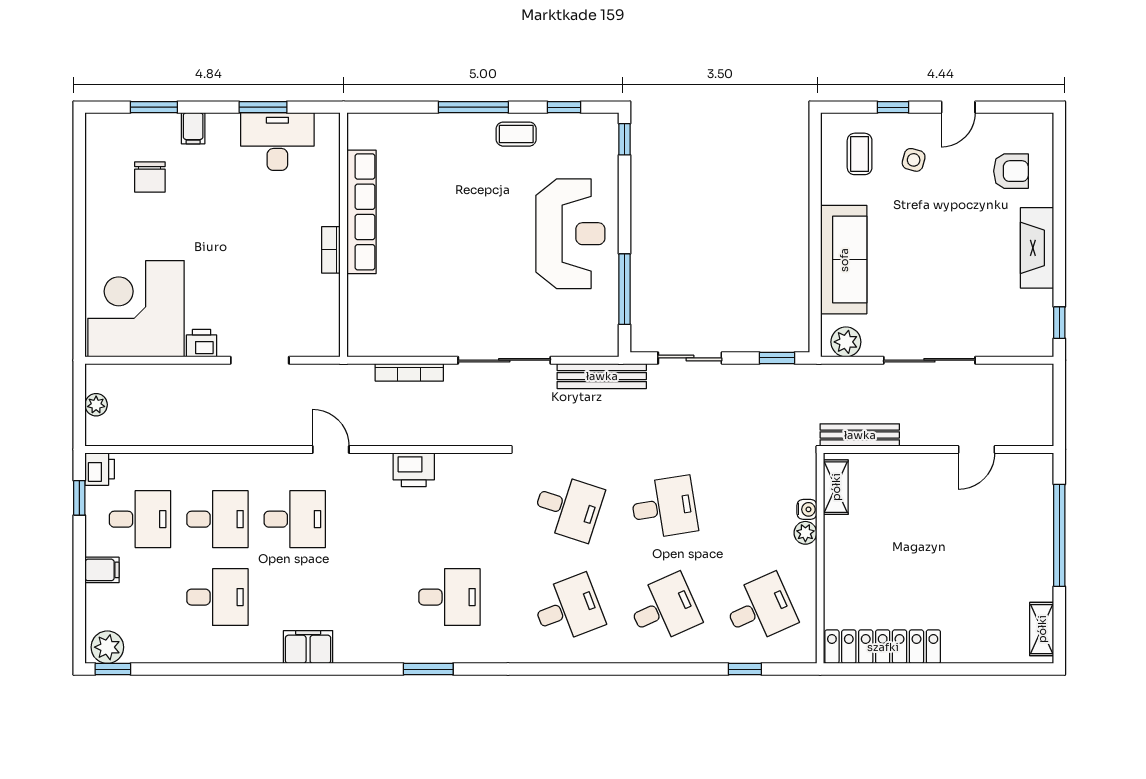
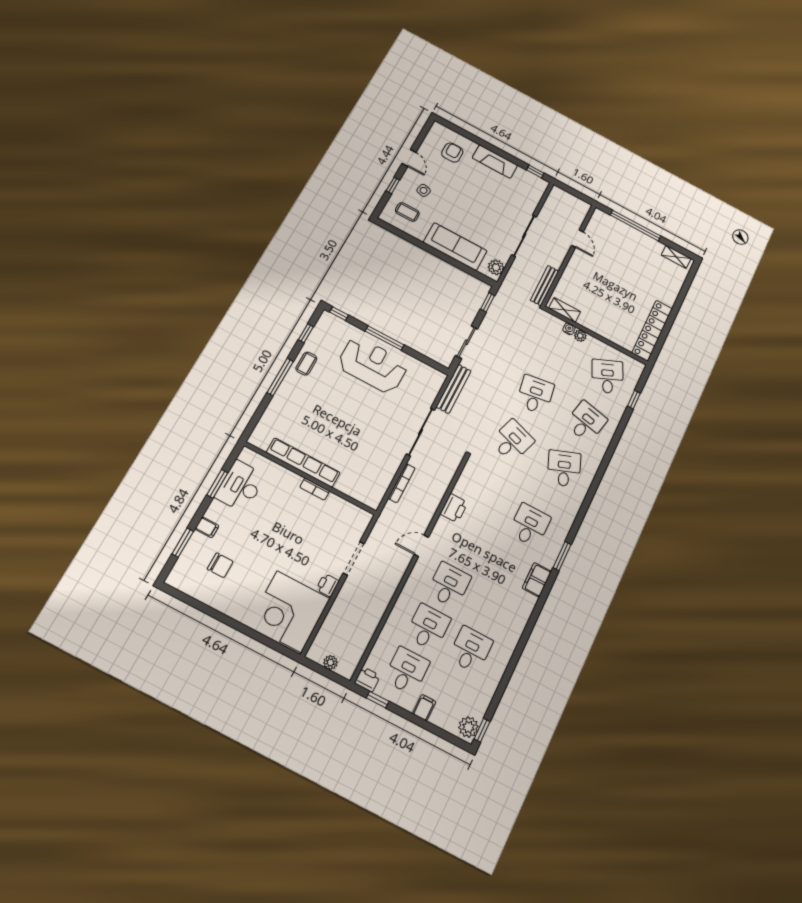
window: (624, 289) -> (385, 338), moved
desk: (664, 609) -> (586, 422), turned 36
filing cabinet: (308, 647) -> (537, 580), moved

